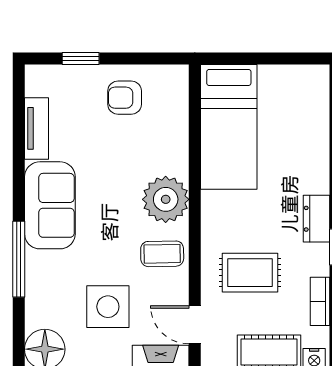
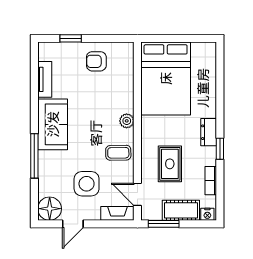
bed: (229, 127) -> (166, 78), width x1.50
plant: (166, 199) -> (127, 121), width x0.53, depth x0.53
rug: (250, 273) -> (170, 164), turned 90

